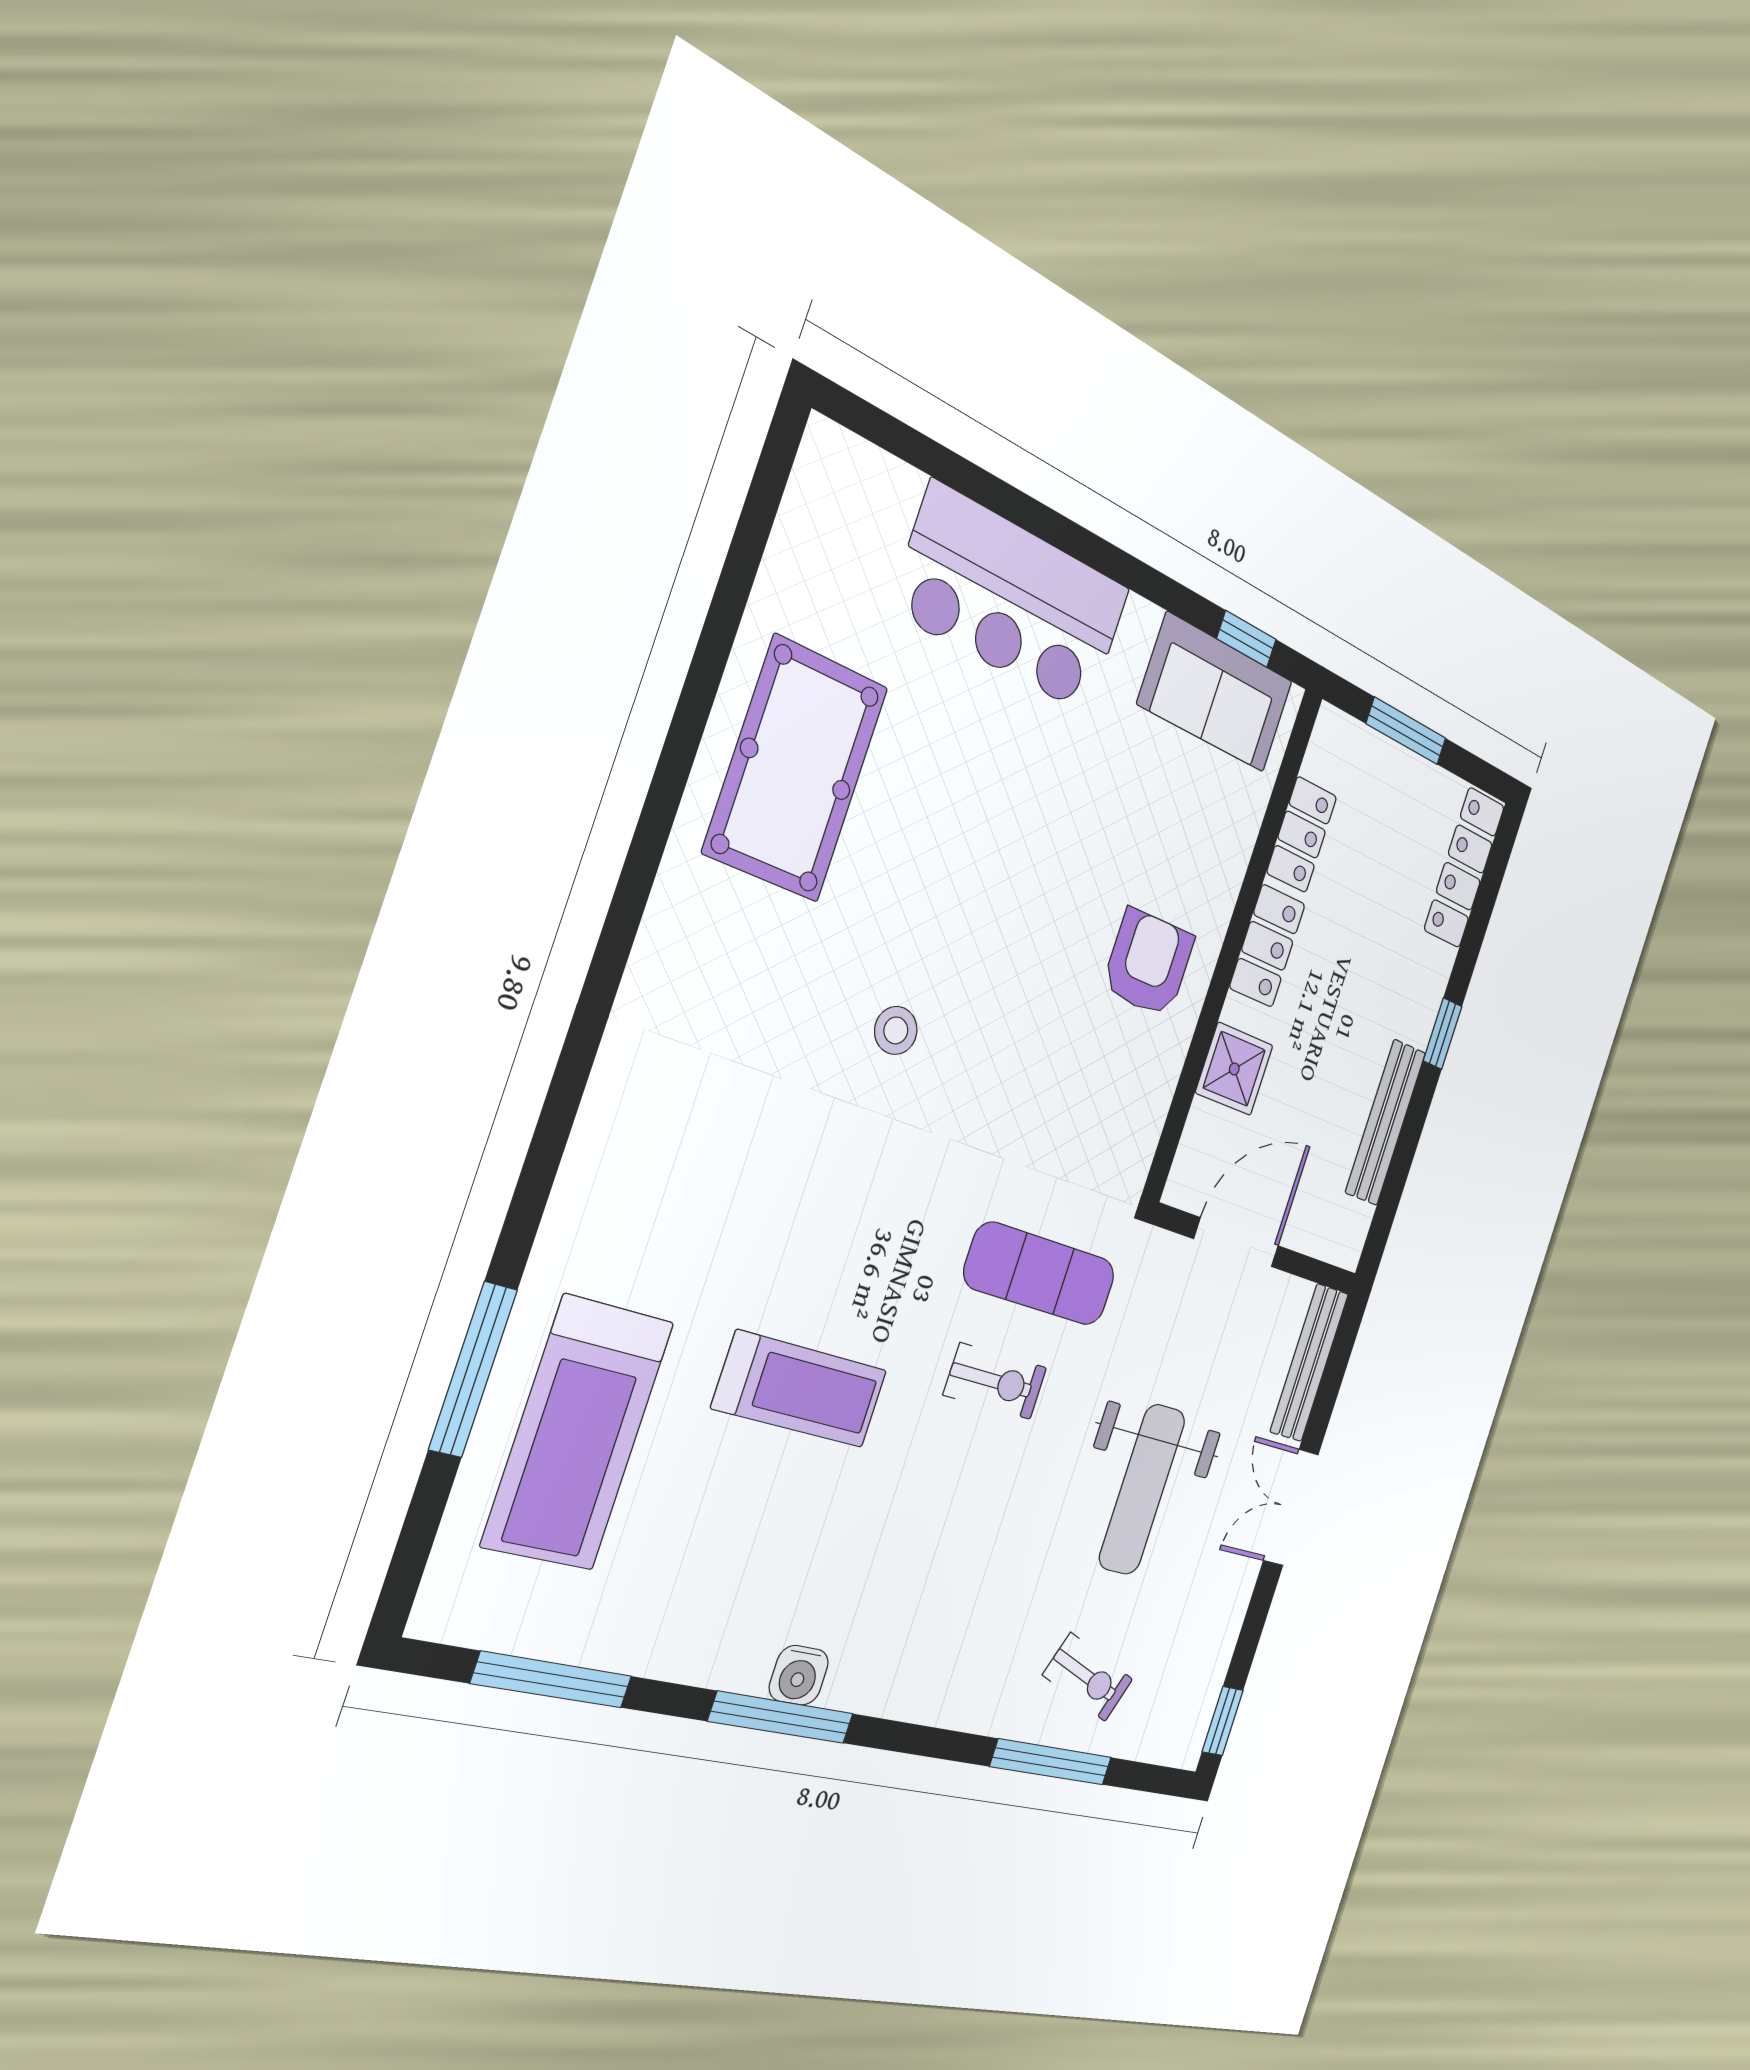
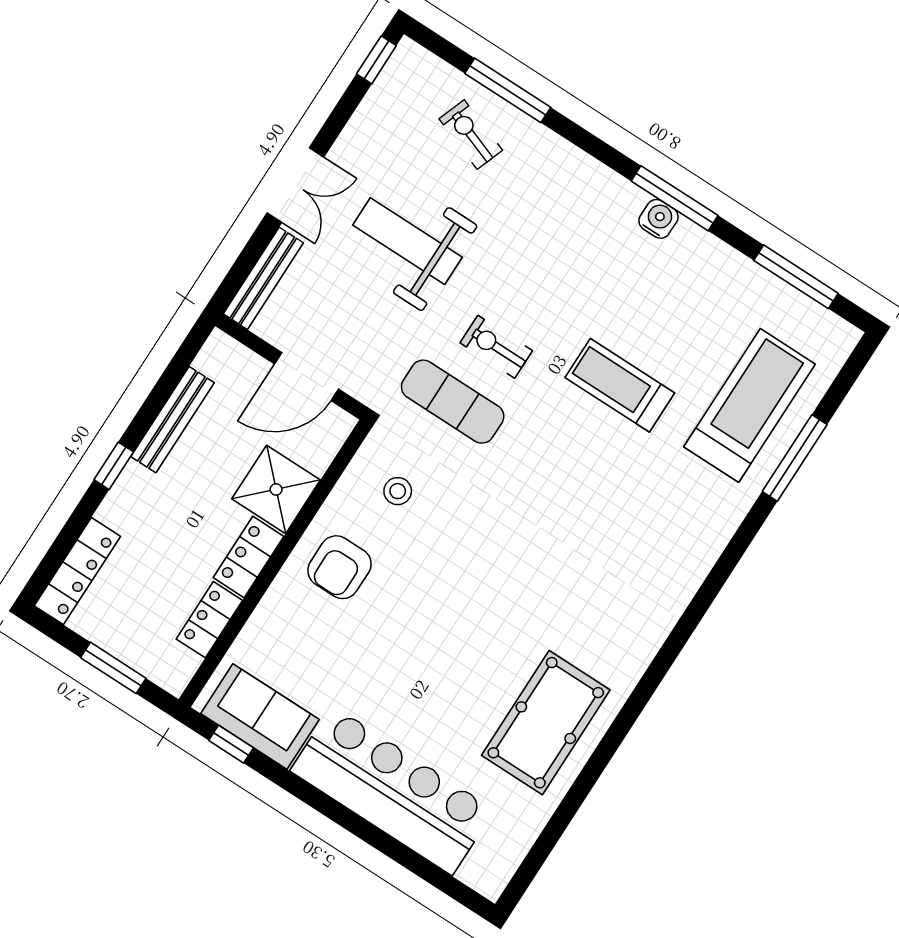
bar counter: (1012, 600) -> (392, 790), width x1.36
stool: (896, 1030) -> (398, 491), moved
shower: (1234, 1069) -> (276, 489), width x1.36, depth x1.36
weight bench: (1142, 1489) -> (407, 241), turned -90

